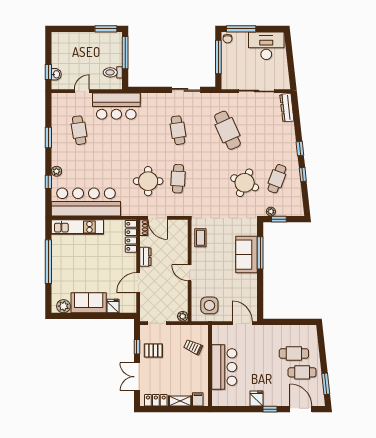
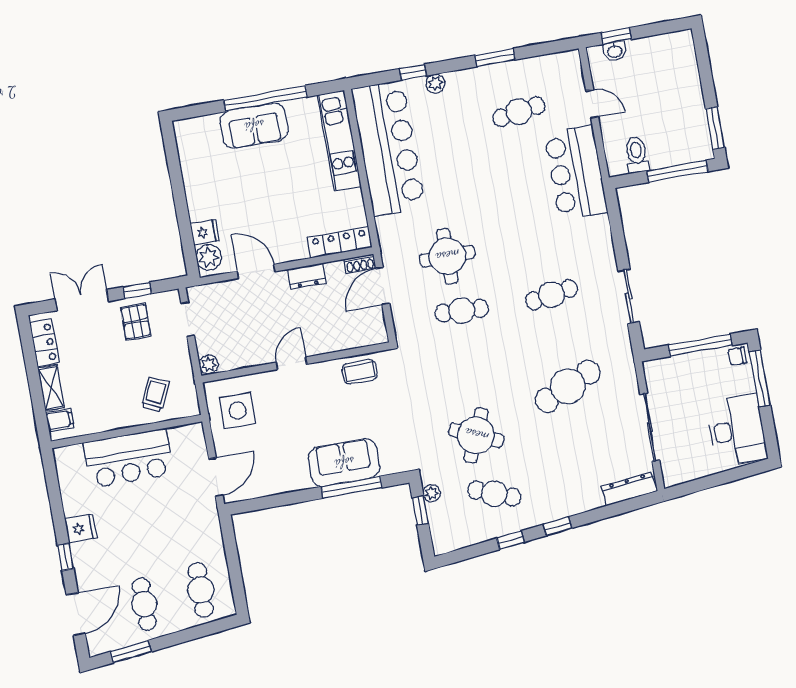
sofa: (89, 303) -> (254, 126), moved, turned 90
plant: (63, 306) -> (209, 257), moved
cafe table: (294, 354) -> (201, 590), moved

